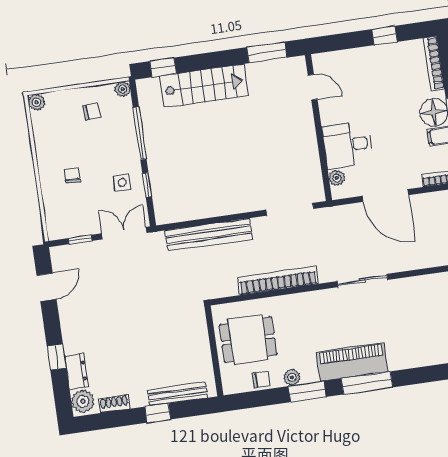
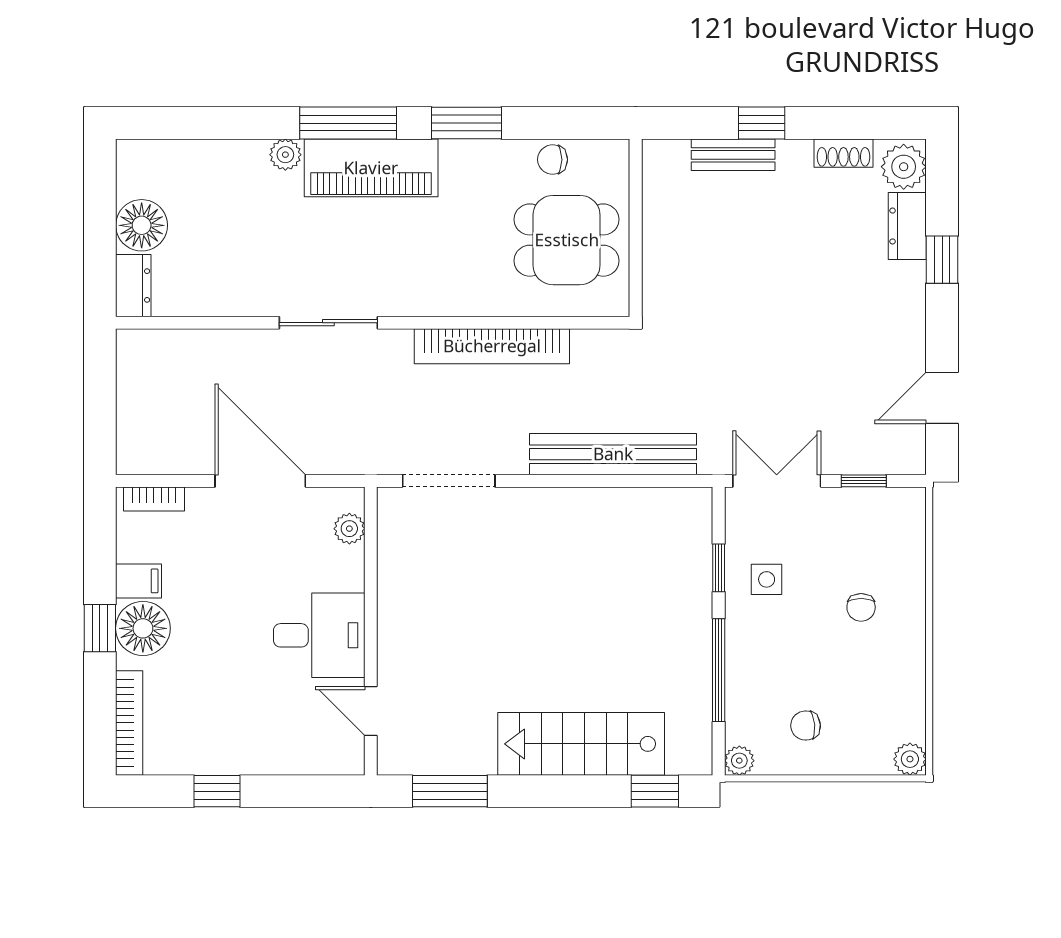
desk: (348, 145) -> (319, 635), moved
double door: (124, 233) -> (777, 481), swing flipped
plant: (292, 377) -> (285, 155), moved
bench: (178, 394) -> (733, 155), width x0.73

